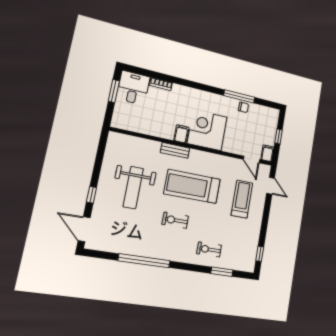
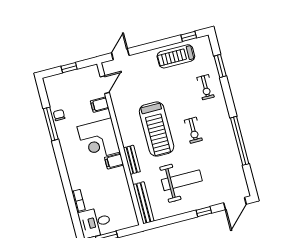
bench: (129, 141) -> (143, 203), added
filing cabinet: (267, 153) -> (100, 105), moved
treadmill: (242, 199) -> (176, 56), moved

